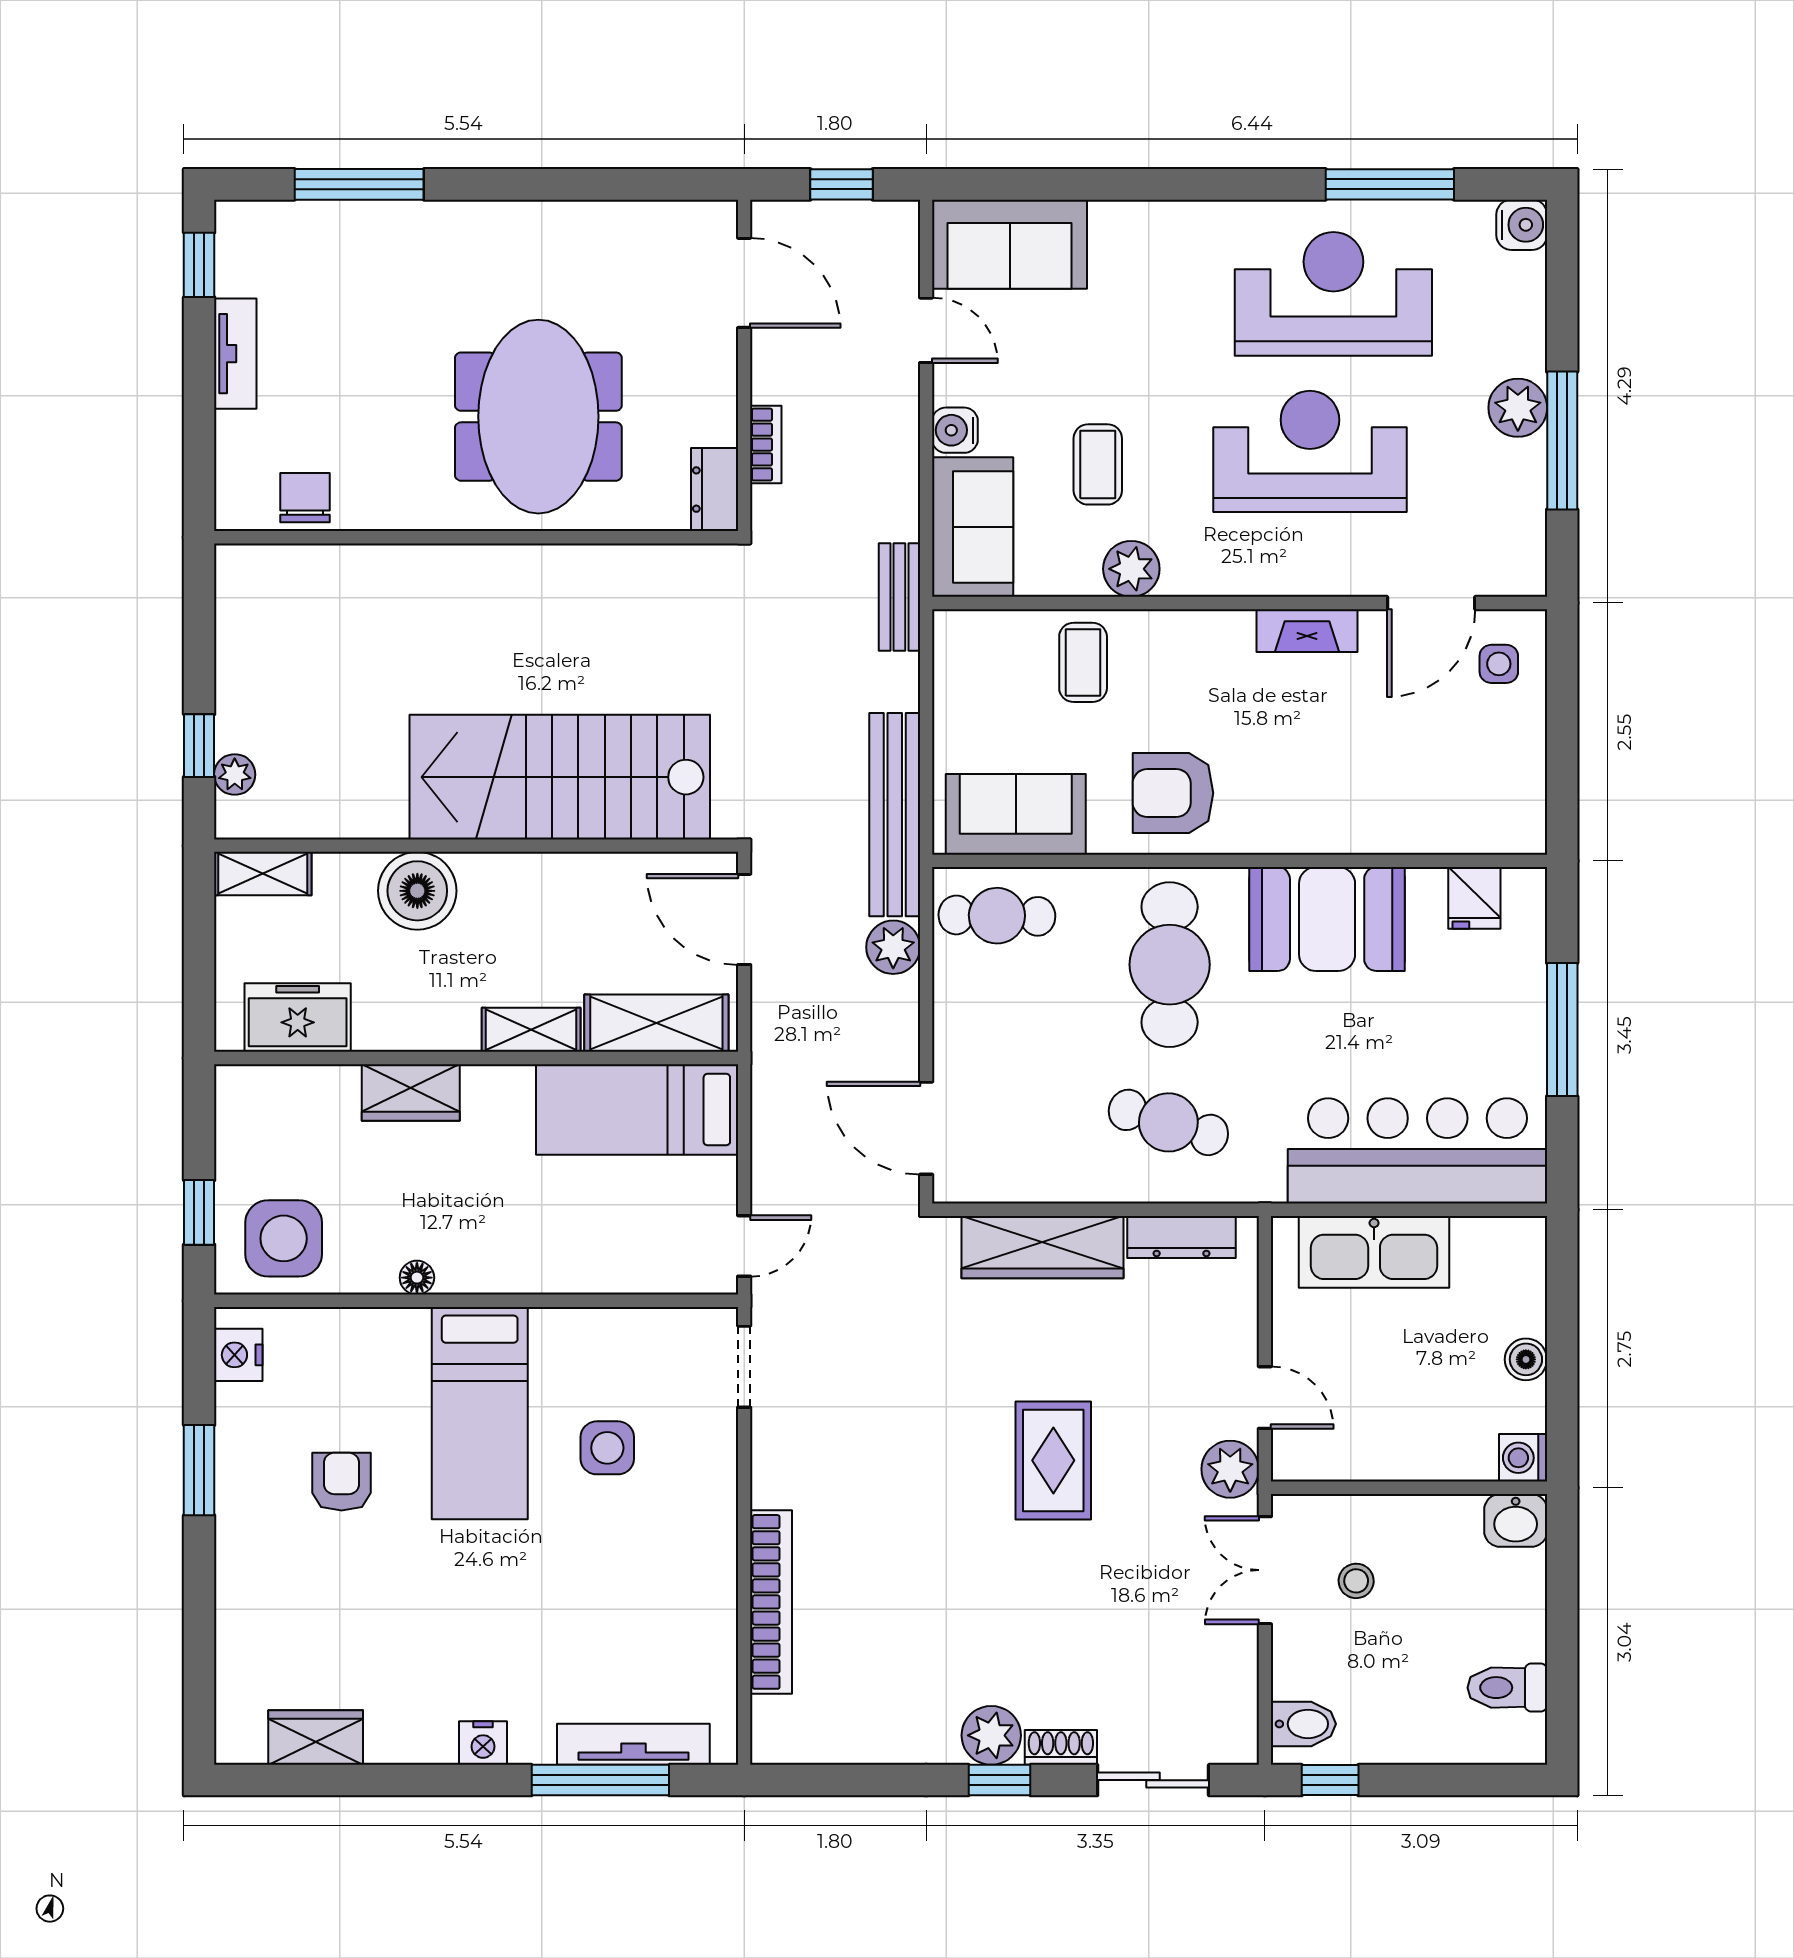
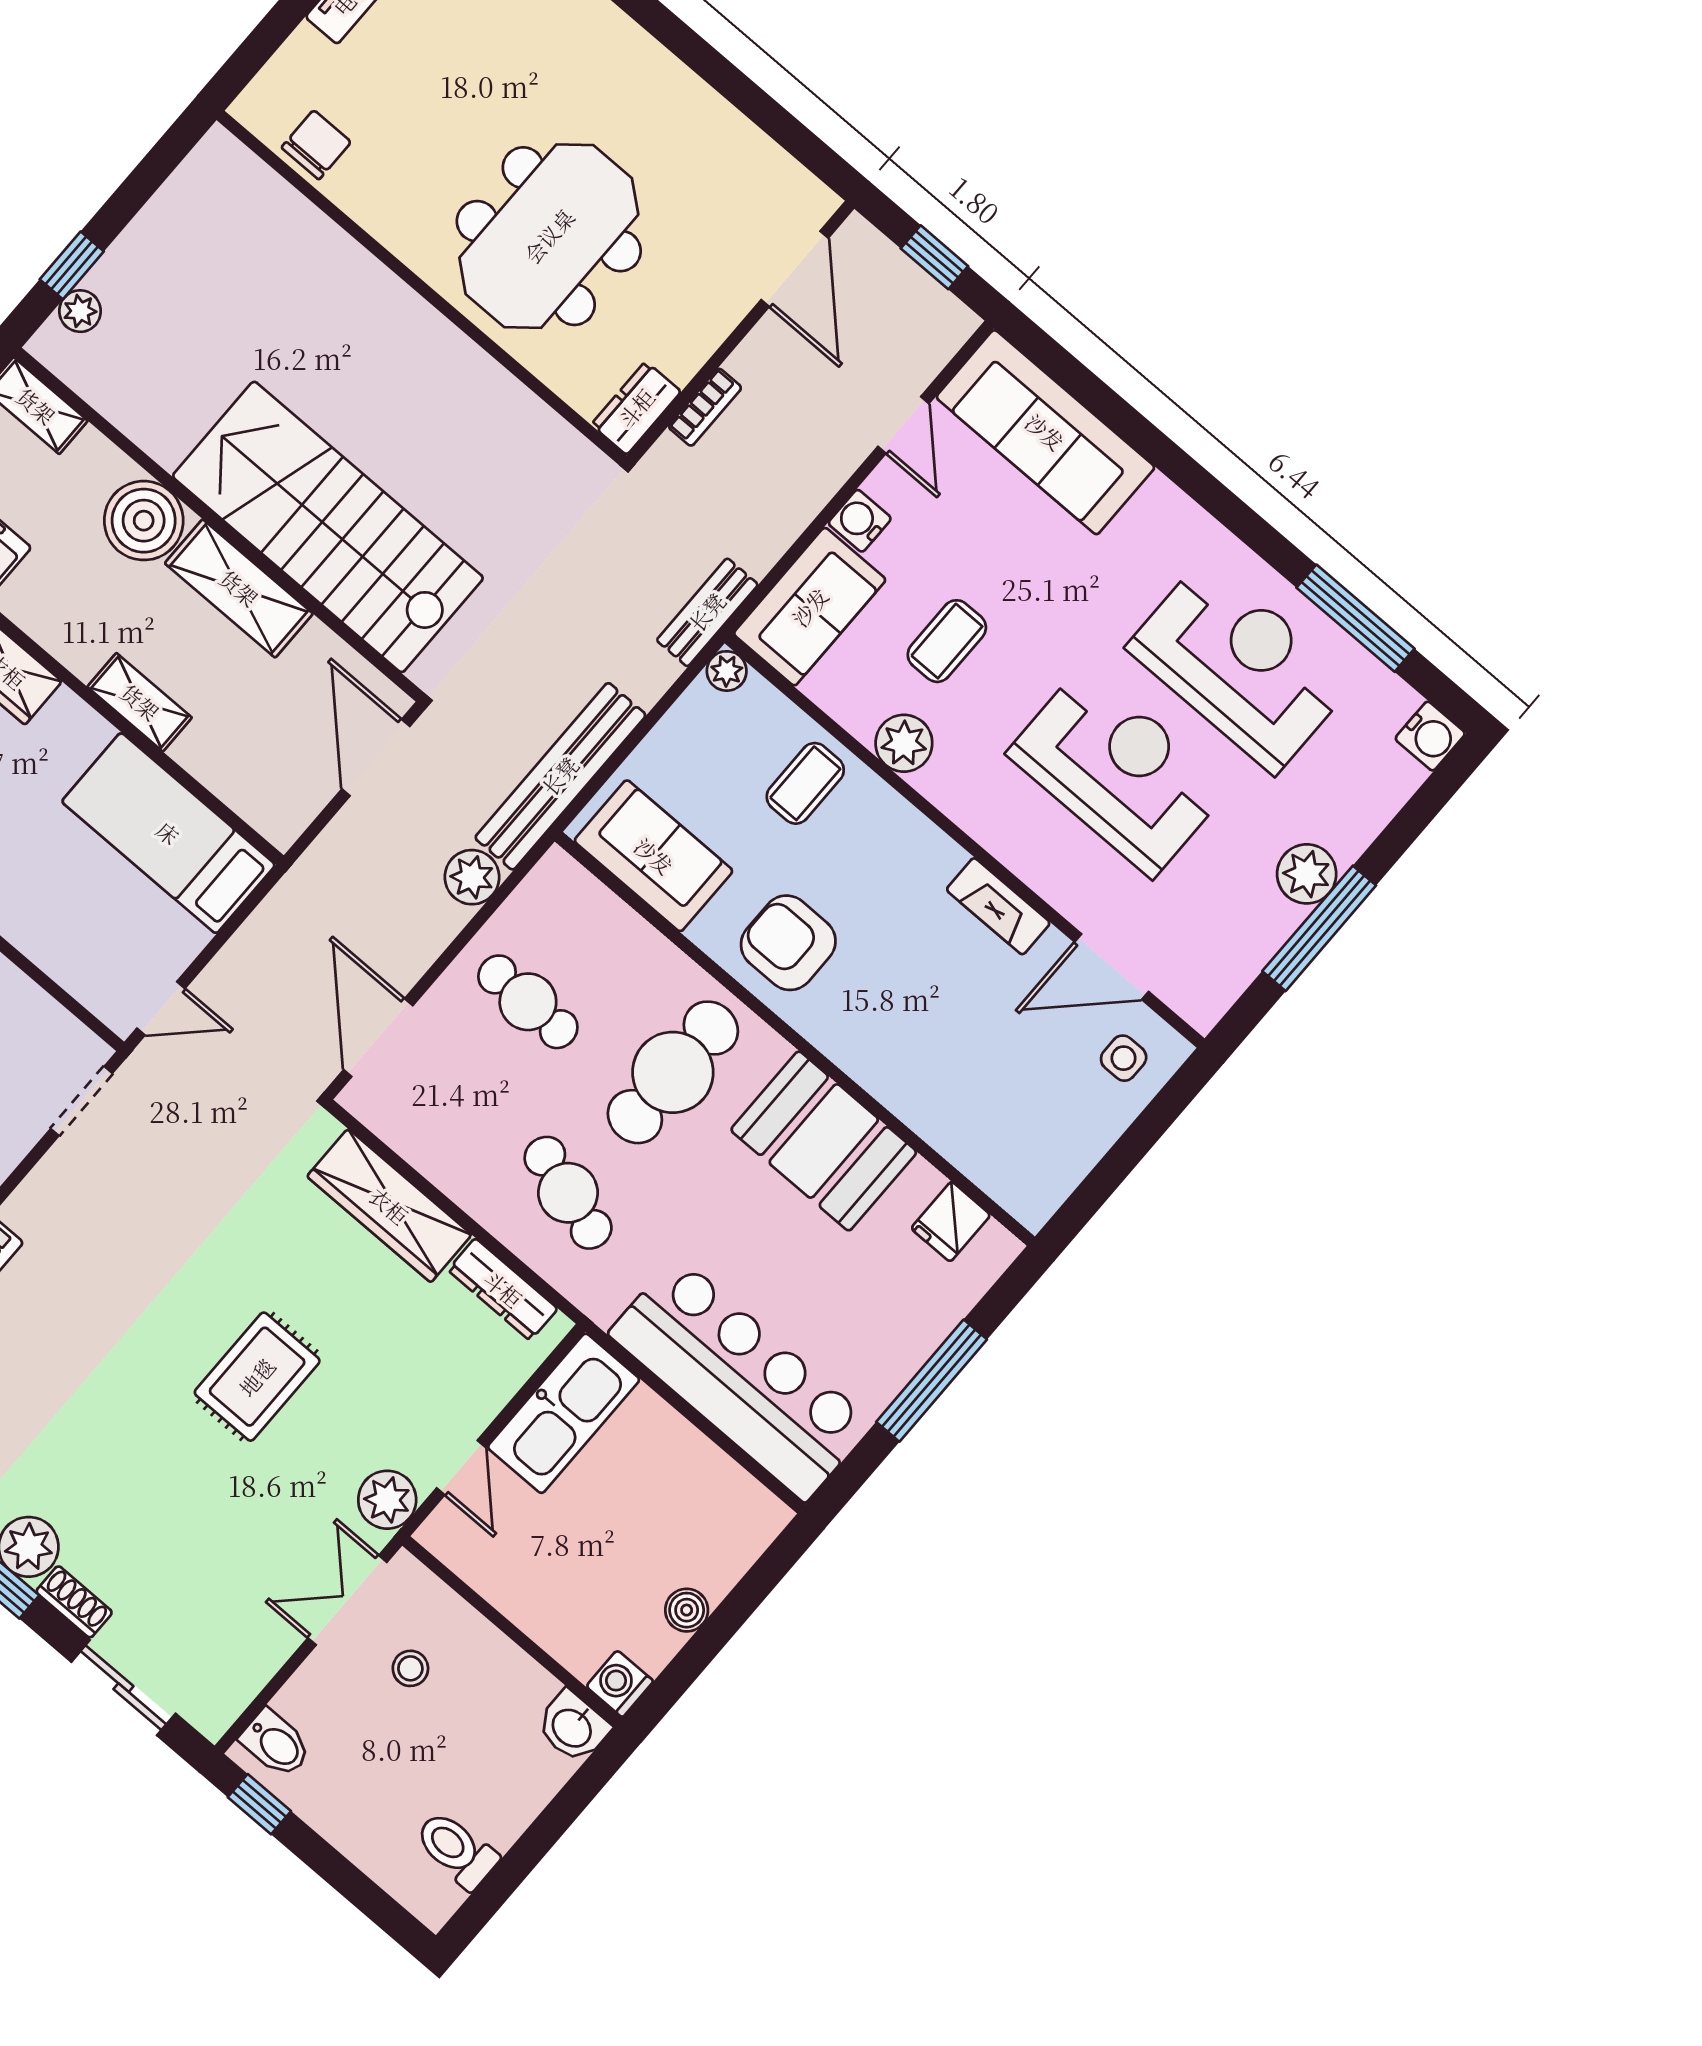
sofa: (1010, 244) -> (1045, 432), width x1.36
plant: (952, 629) -> (727, 671), added
cafe table: (997, 916) -> (528, 1002), moved
shelving: (656, 1023) -> (239, 588), moved
kitchen sink: (1374, 1252) -> (564, 1413), moved, turned -90

